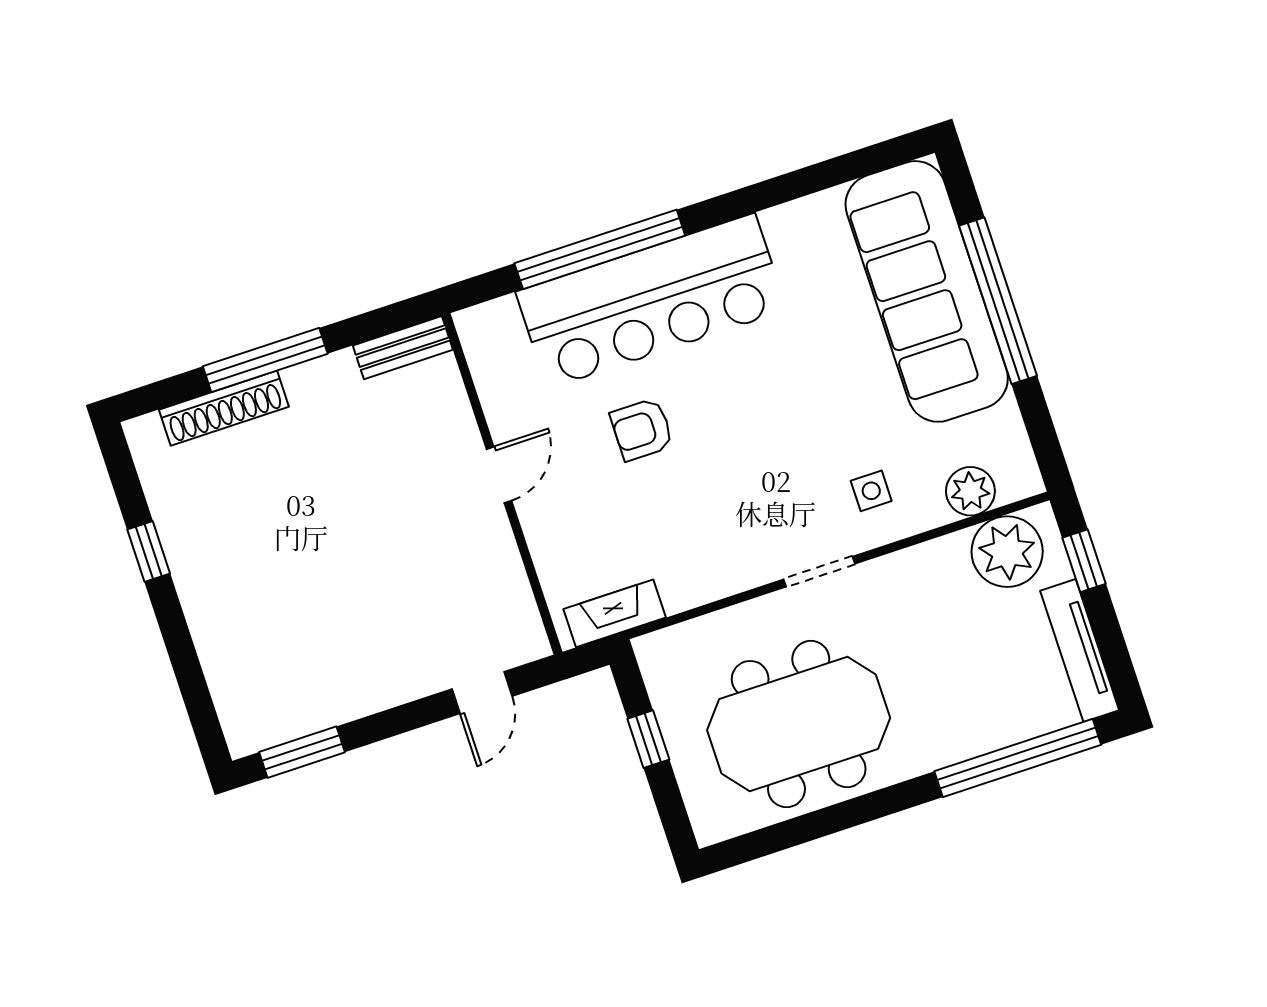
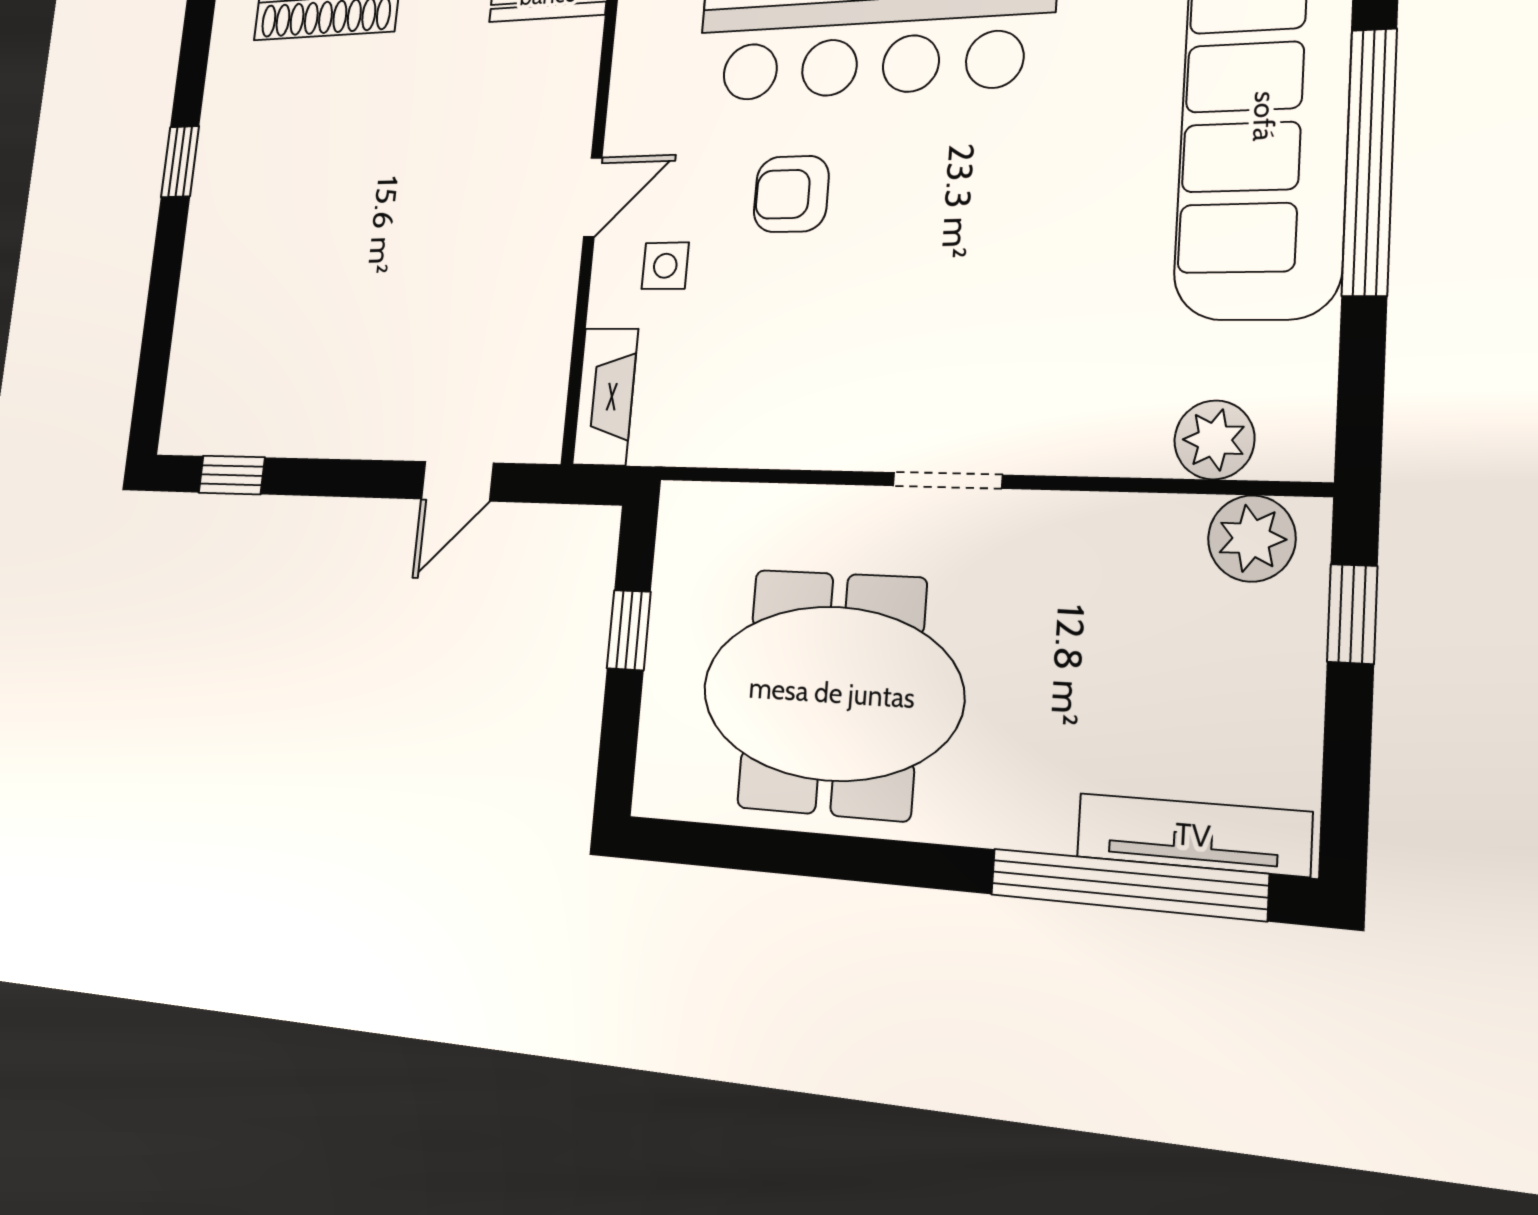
side table: (871, 491) -> (665, 266), moved
plant: (1007, 552) -> (1252, 539), width x0.73, depth x0.73
fireplace: (615, 613) -> (605, 397), moved, turned 90
tv unit: (1080, 650) -> (1193, 835), moved, turned 90
window: (302, 752) -> (232, 475), width x0.67

